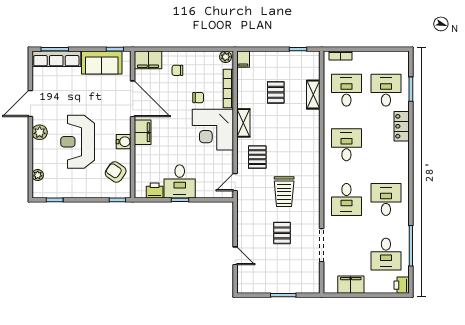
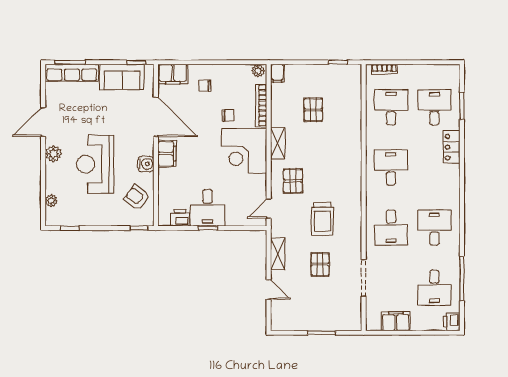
shelving: (313, 95) -> (278, 254), moved

